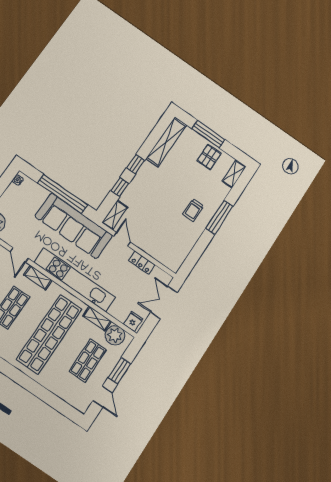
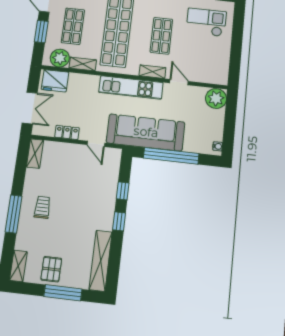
shelving: (115, 215) -> (35, 154), moved
kitchen unit: (75, 280) -> (131, 87), width x0.73
fridge: (133, 321) -> (55, 81), width x1.88, depth x1.34

